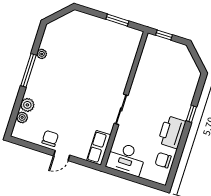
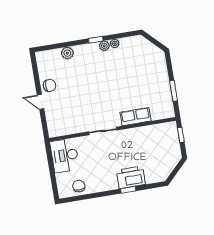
window: (28, 70) -> (96, 40), width x0.46
plant: (22, 117) -> (104, 46), moved
printer: (172, 132) -> (131, 177), moved
row of seats: (99, 148) -> (136, 117), moved

